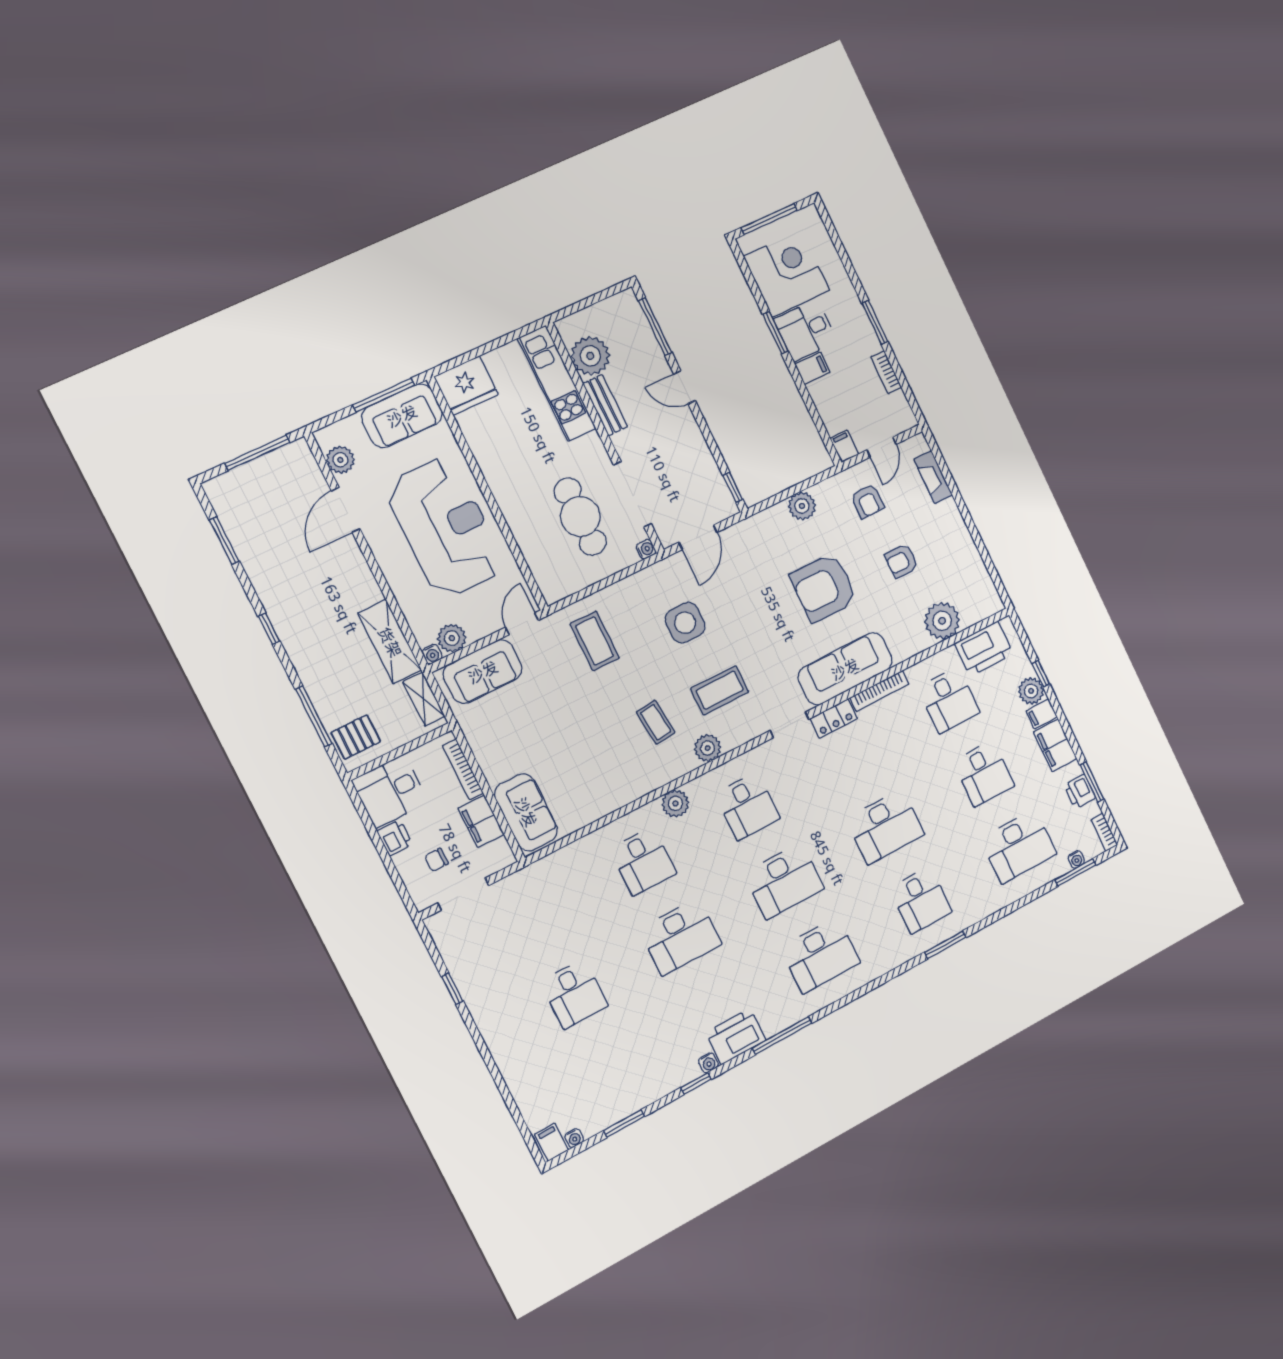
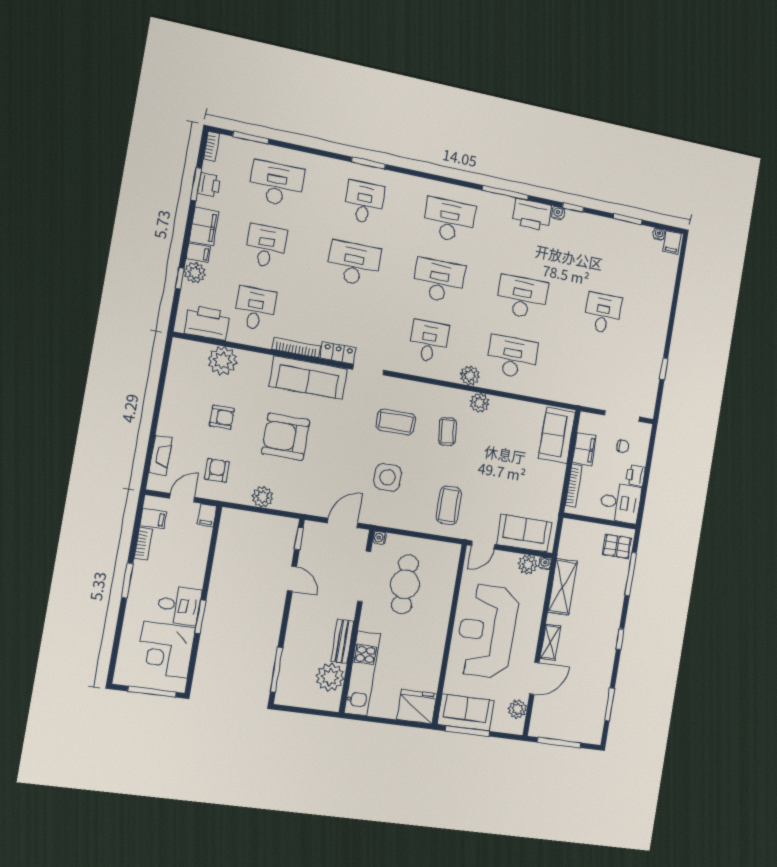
filing cabinet: (812, 368) -> (153, 519), moved, turned 180
door: (684, 387) -> (292, 579), moved
armchair: (824, 588) -> (286, 437), turned 180
shelving: (424, 699) -> (550, 642), moved
plant: (708, 748) -> (479, 403), moved
water cooler: (1076, 859) -> (244, 145), removed
desk: (643, 861) -> (512, 357), width x1.37

